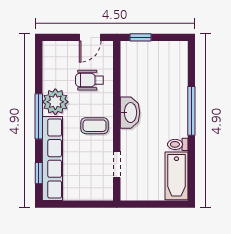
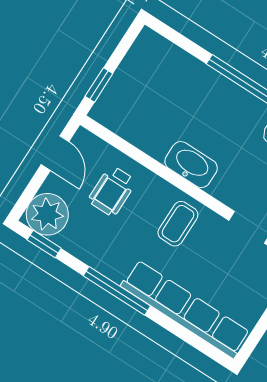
plant: (55, 102) -> (47, 214), moved
window: (39, 173) -> (44, 244), moved

